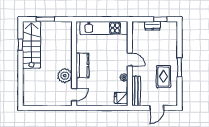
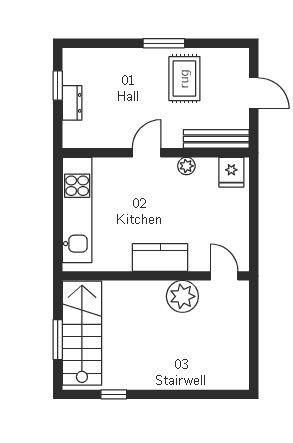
stairs: (31, 45) -> (82, 333), moved, turned 90
rug: (163, 77) -> (184, 79), turned 90

